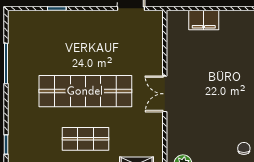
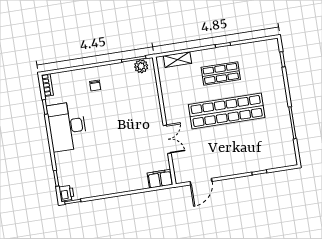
filing cabinet: (204, 20) -> (160, 179), moved
double door: (165, 94) -> (167, 139), moved

